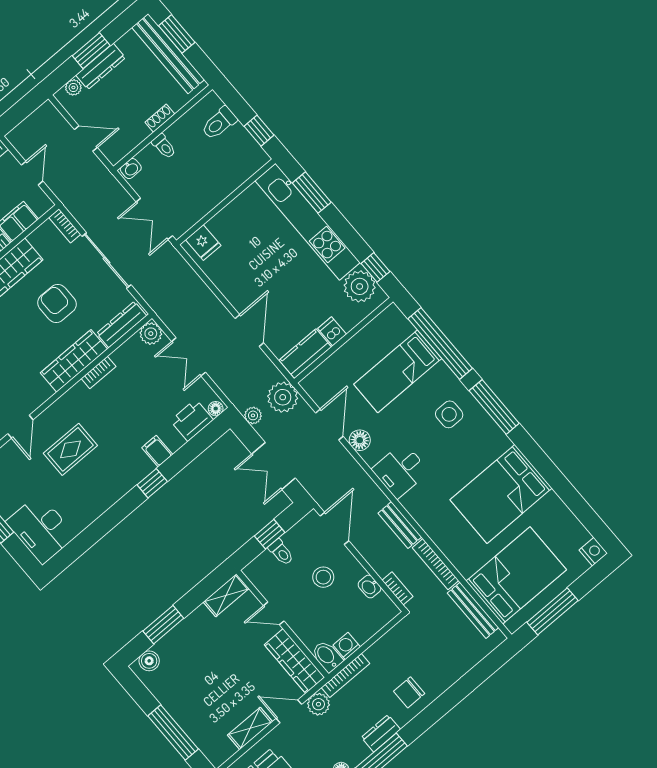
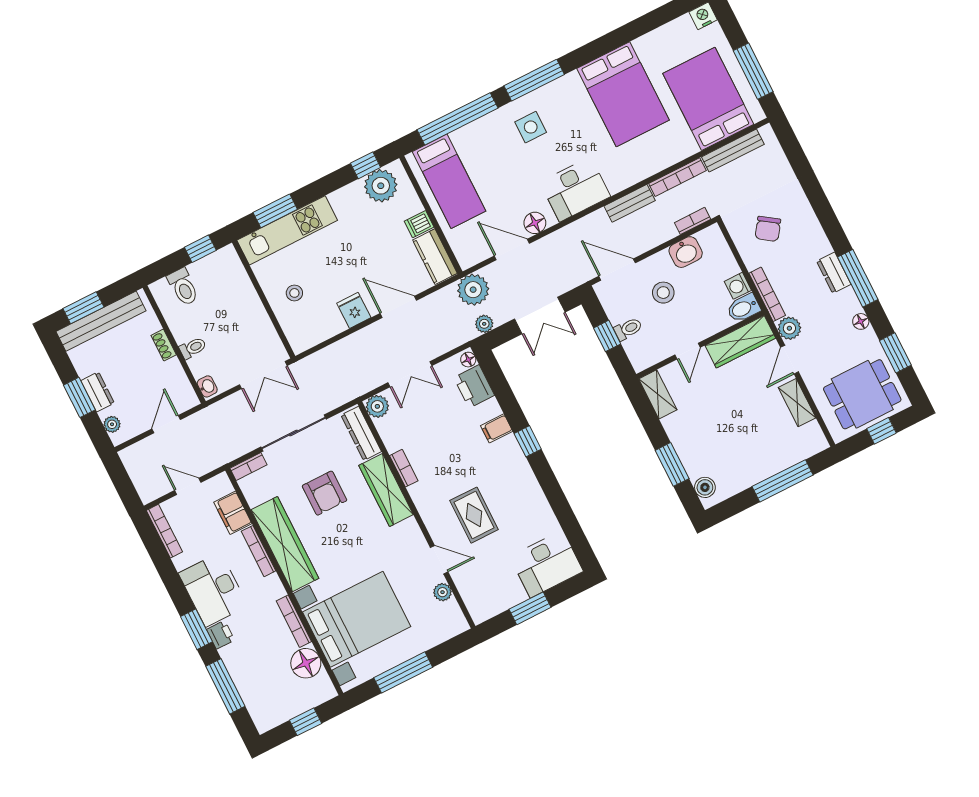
dresser: (101, 66) -> (98, 392), width x0.70
kitchen unit: (308, 222) -> (287, 230), width x0.73
stool: (239, 229) -> (294, 293), added
fridge: (203, 243) -> (354, 310), moved, turned -90
armchair: (57, 303) -> (324, 493), turned -90
bed: (398, 371) -> (449, 181), moved
desk: (400, 470) -> (575, 189), width x1.37
washbasin: (369, 587) -> (686, 252), width x1.38, depth x1.45
chair: (409, 692) -> (768, 229), moved, turned 35

